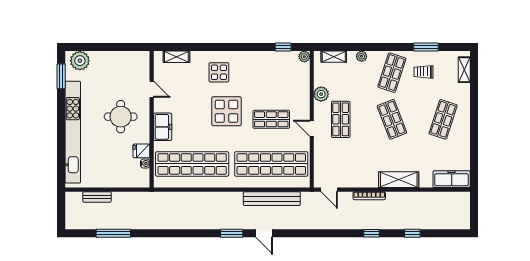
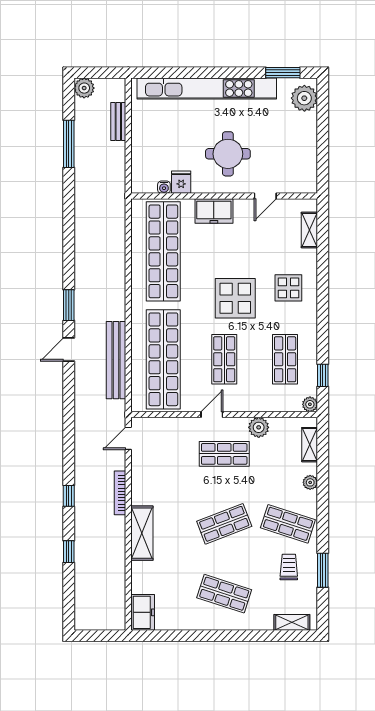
shop shelf: (271, 75) -> (285, 359), added
freezer: (452, 179) -> (143, 612), width x0.71
plant: (72, 222) -> (84, 88), added

